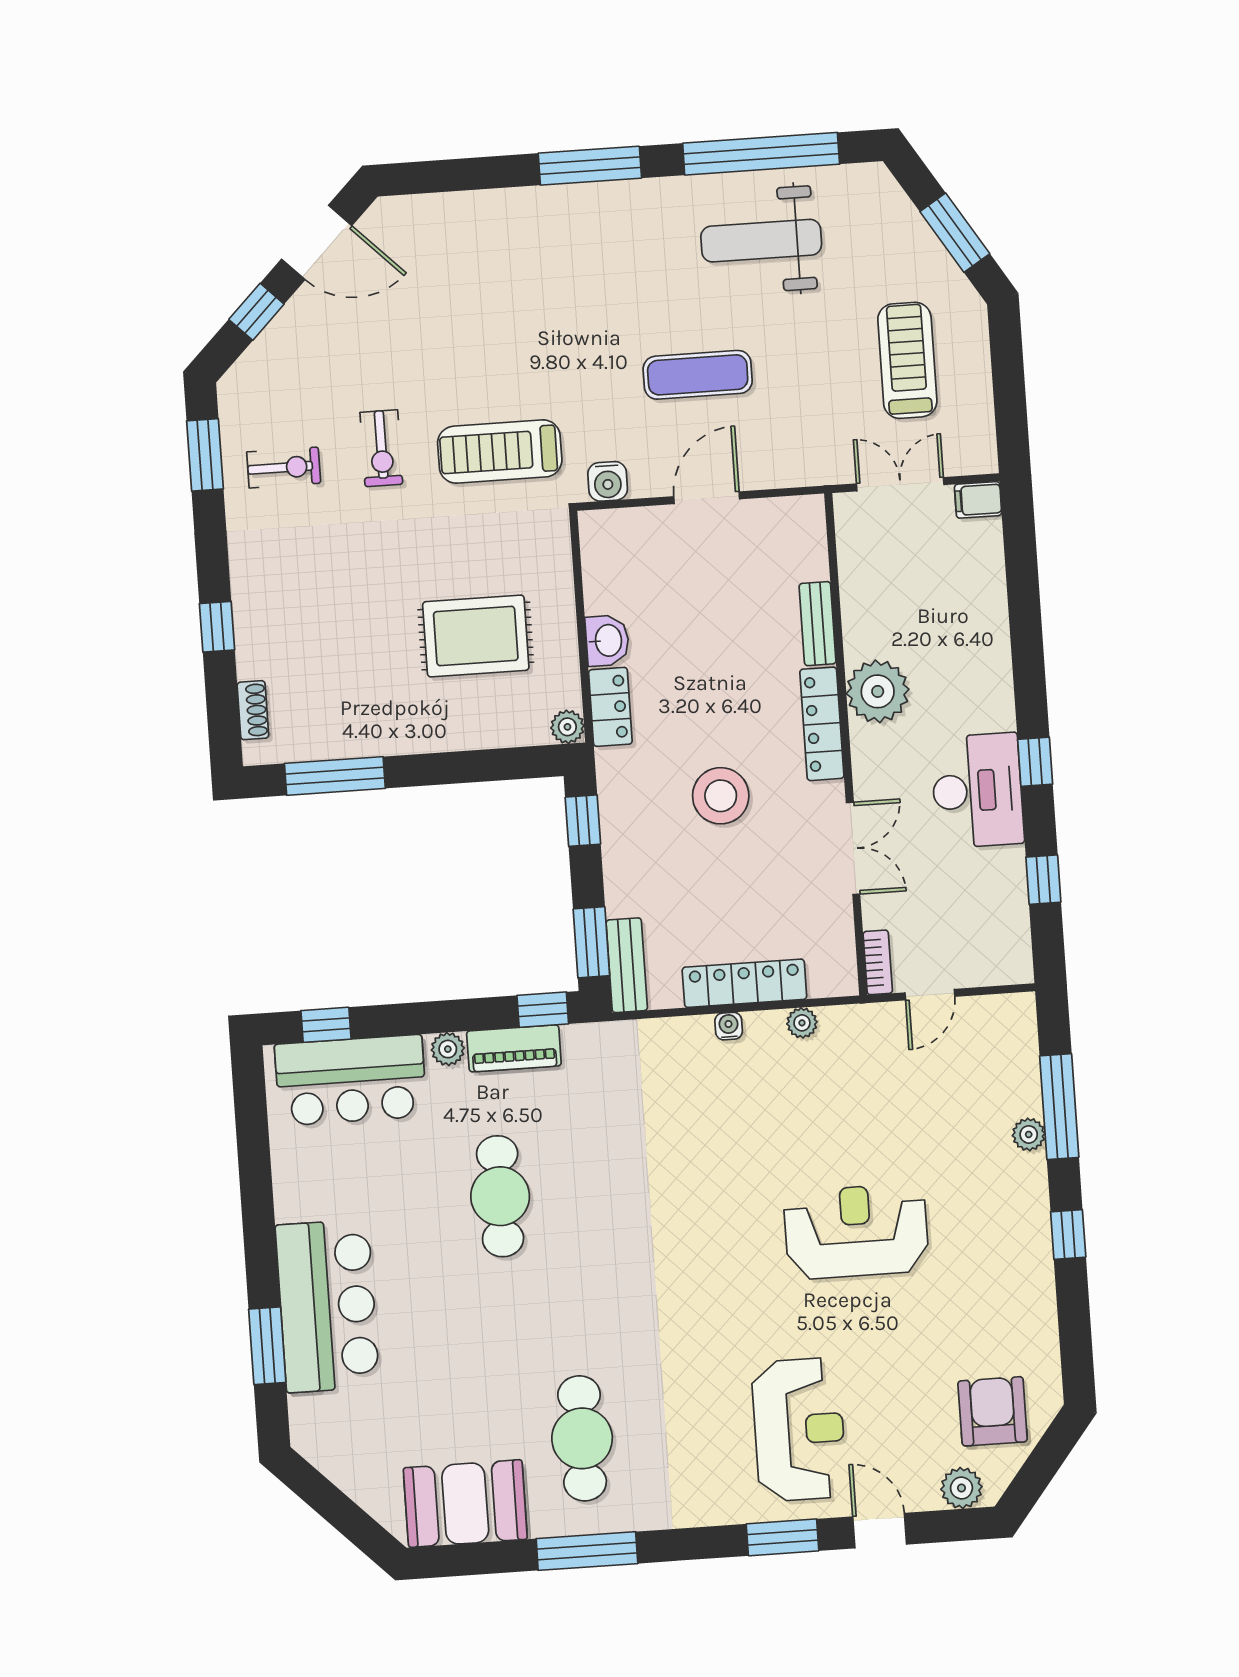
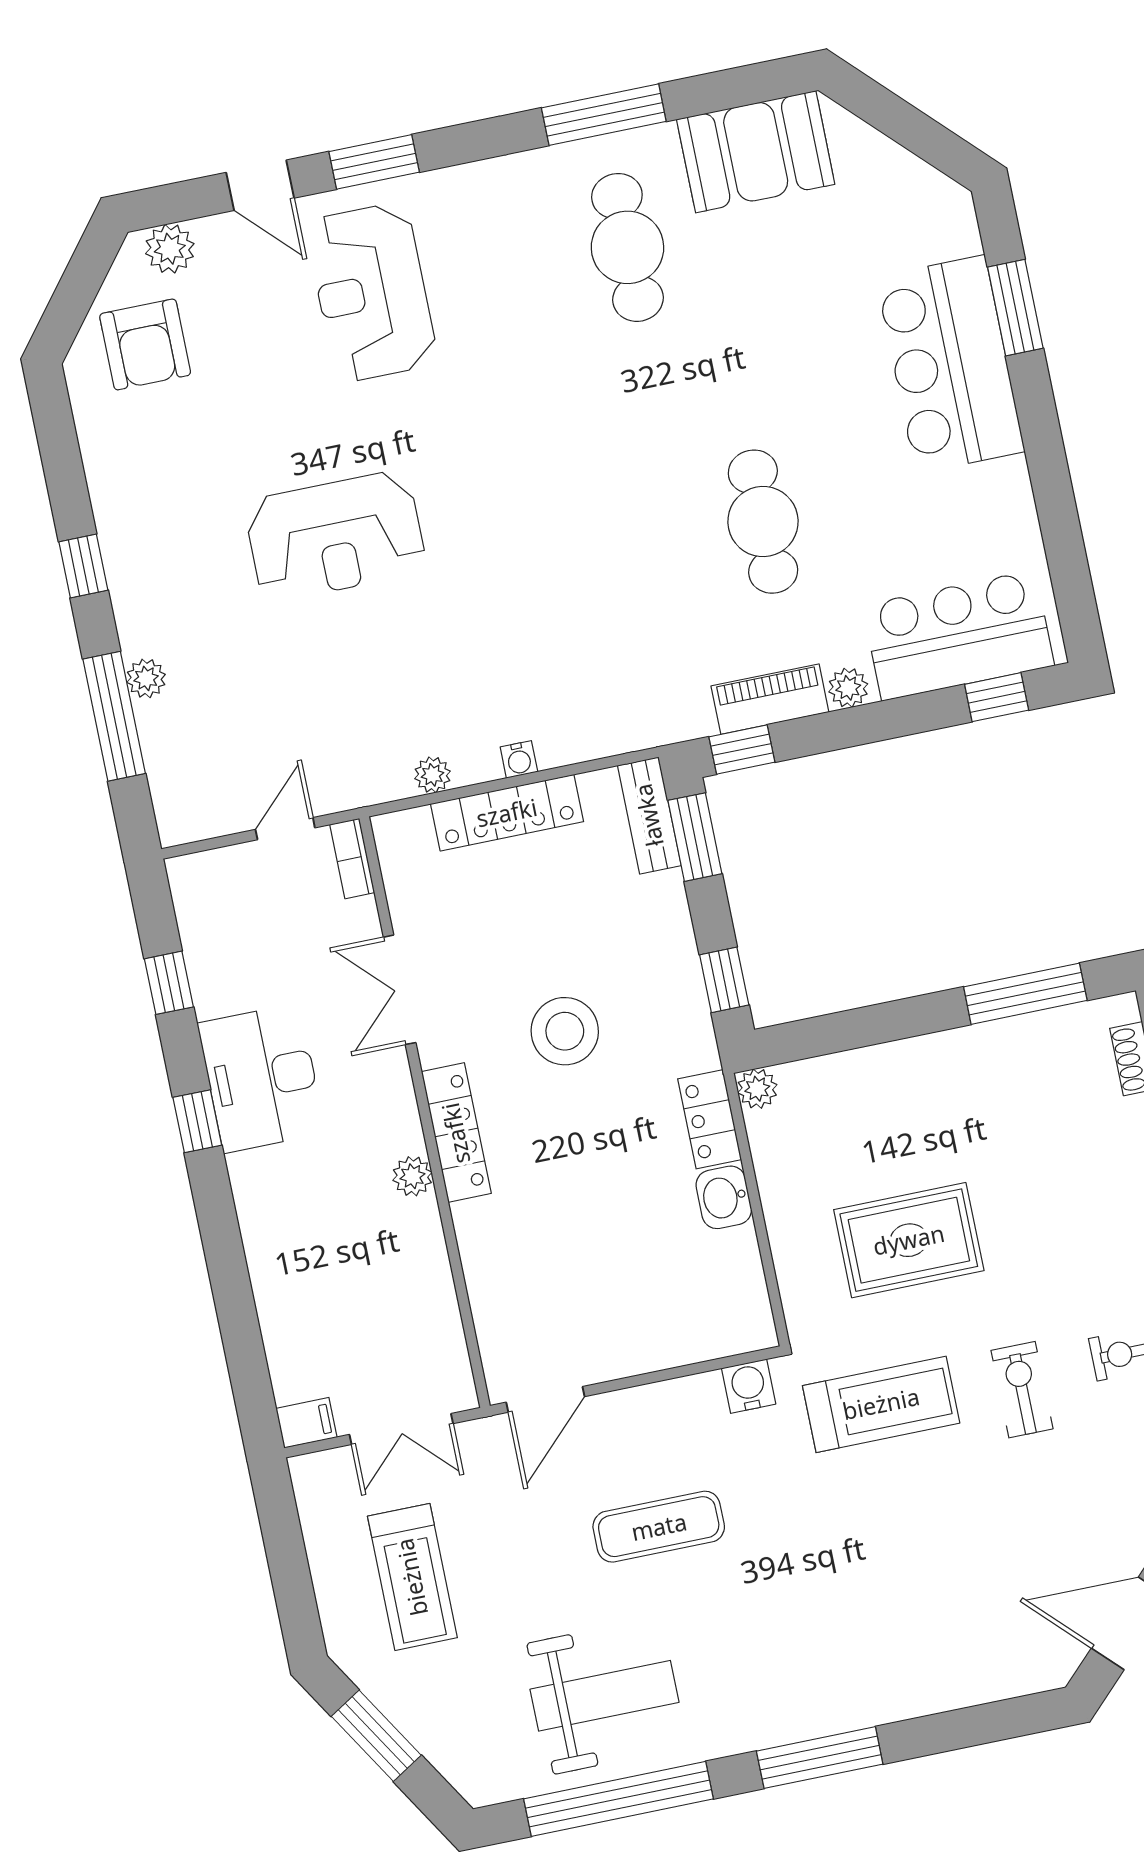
door: (707, 498) -> (545, 1399), moved
bench: (818, 624) -> (477, 1251), removed
rug: (476, 636) -> (909, 1240), moved
plant: (878, 691) -> (412, 1176), width x0.53, depth x0.53

